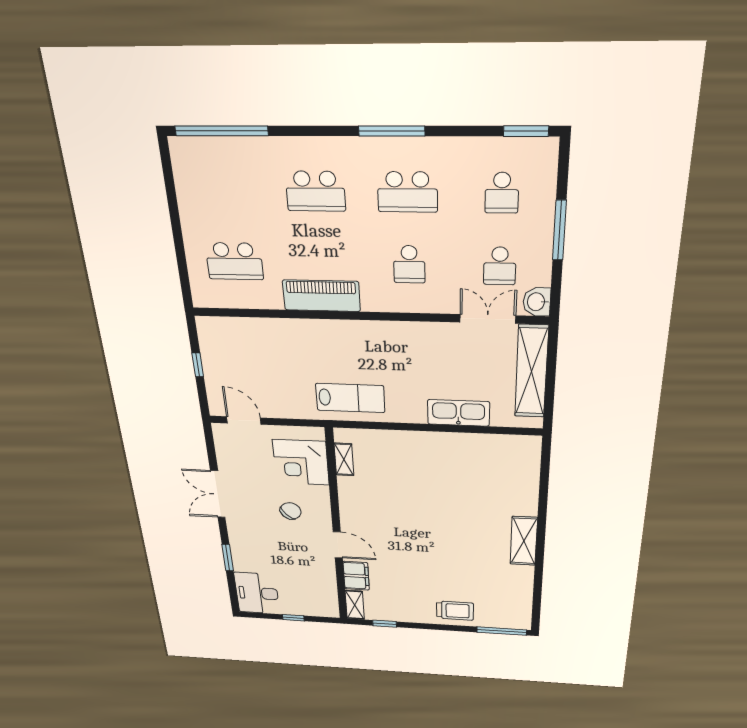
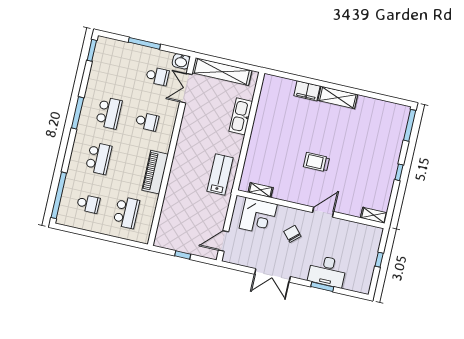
school desk: (502, 193) -> (88, 204), moved
filing cabinet: (356, 576) -> (307, 91), moved, turned 180
desk: (257, 593) -> (327, 271), moved
trolley: (455, 611) -> (316, 162), moved, turned -90
window: (385, 624) -> (399, 172), moved

